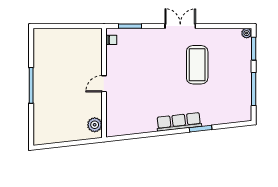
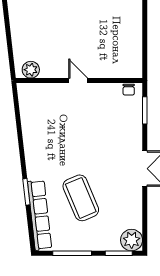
plant: (247, 33) -> (132, 240), width x1.88, depth x1.88
coffee table: (197, 65) -> (81, 198), moved, turned 67
row of seats: (179, 122) -> (40, 215), moved, width x1.36

